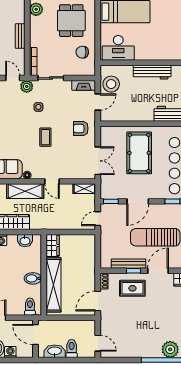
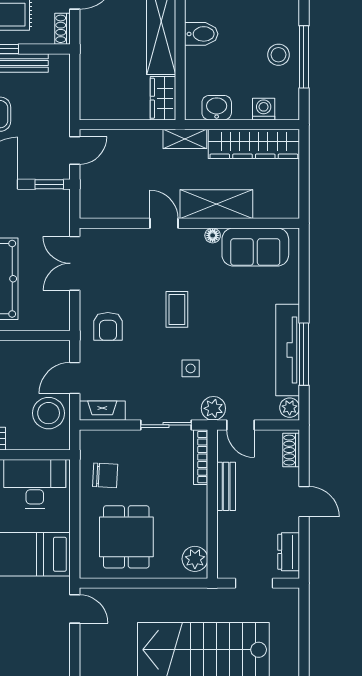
bench: (20, 36) -> (226, 486), moved
armchair: (81, 128) -> (108, 326), turned 90
shelving: (84, 189) -> (185, 139), moved

